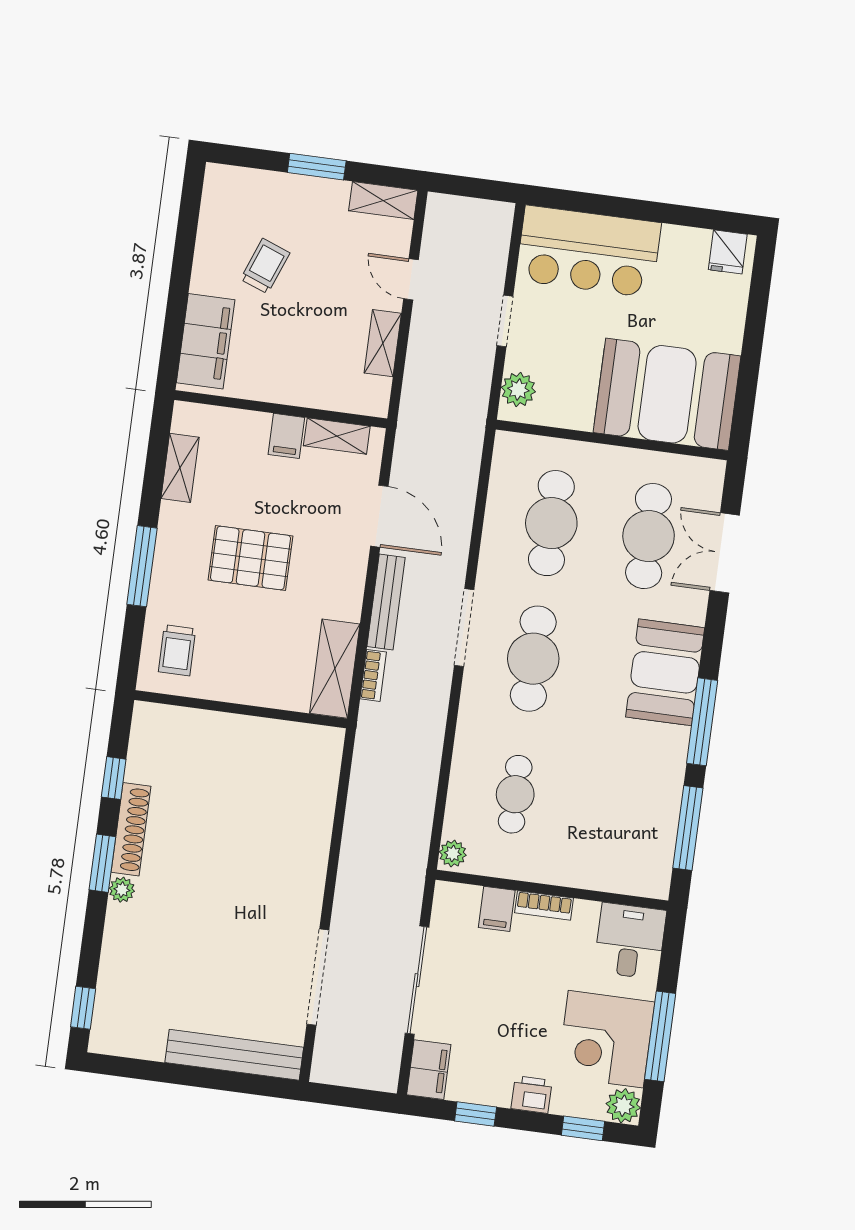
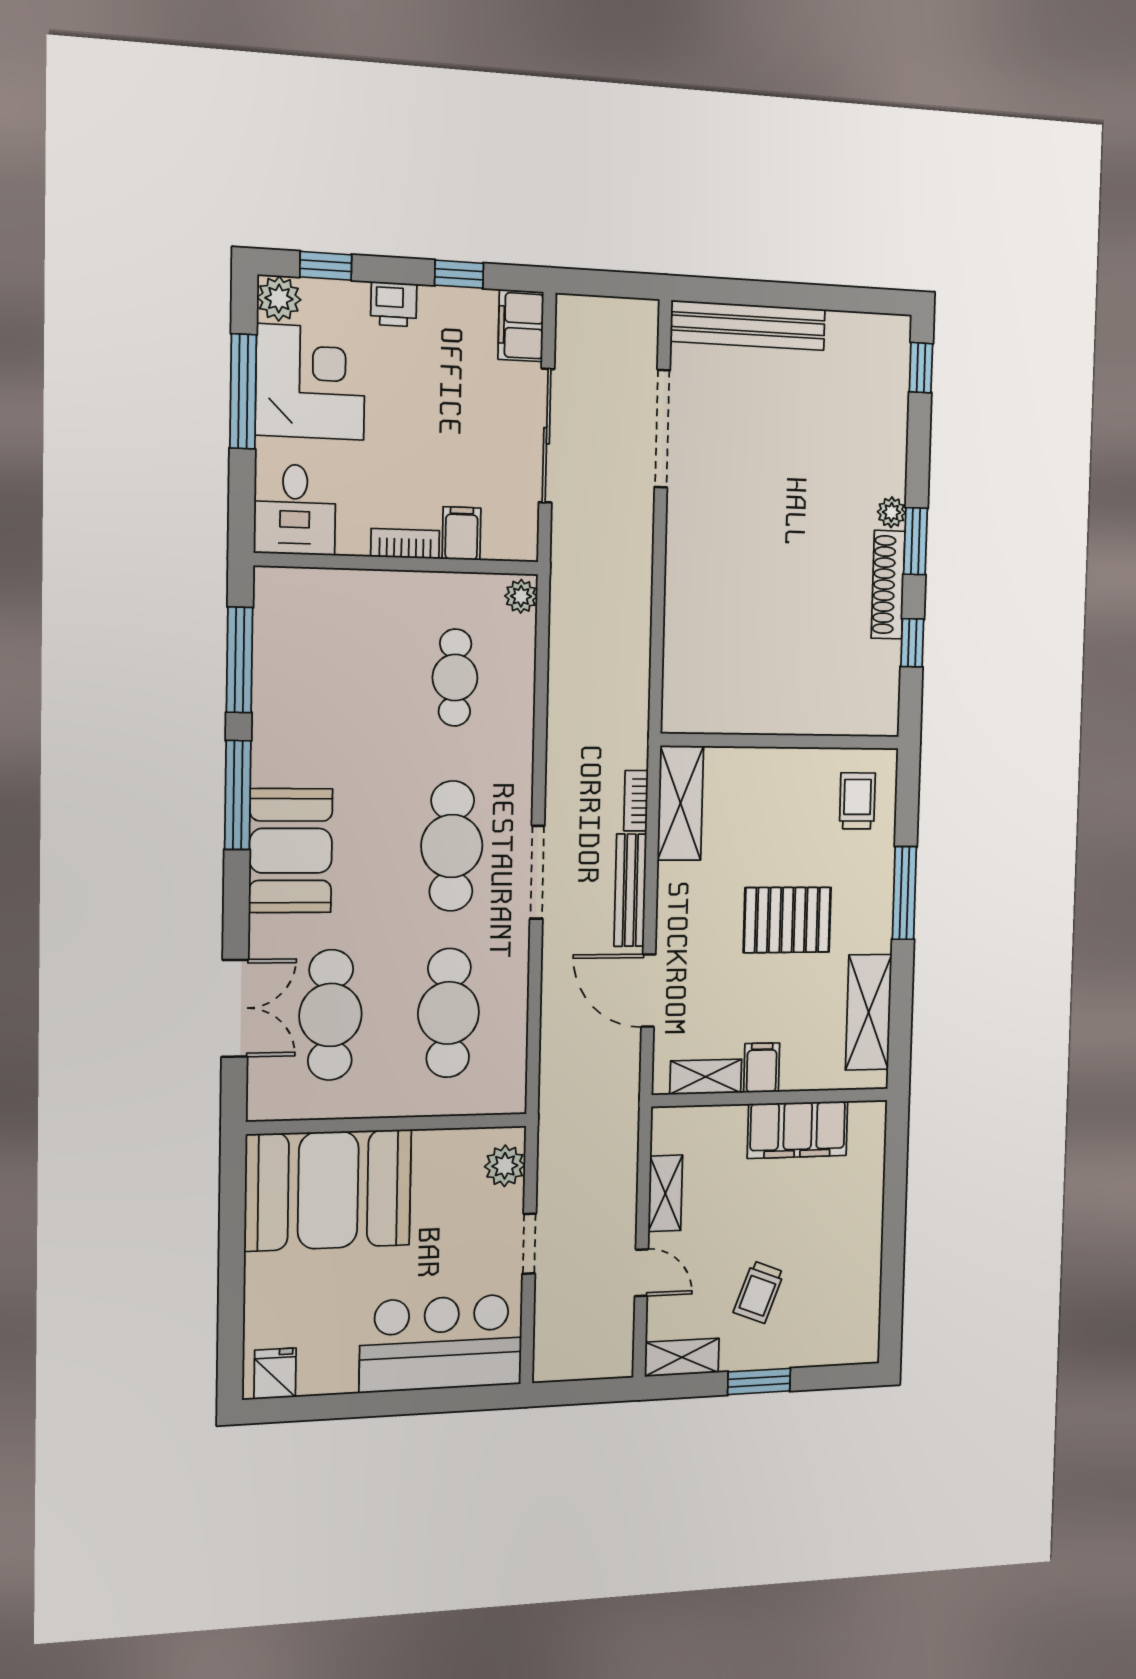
trolley: (265, 266) -> (759, 1292), moved
filing cabinet: (206, 341) -> (798, 1130), moved, turned -90
shelving: (180, 468) -> (869, 1012), width x1.50, depth x1.33

